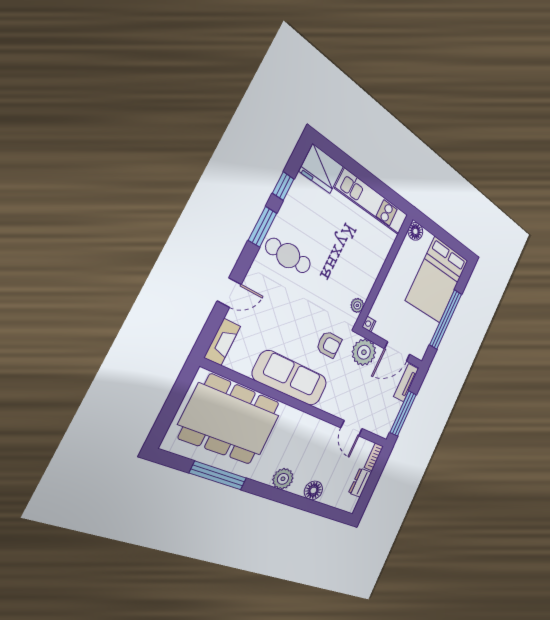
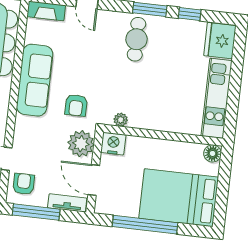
nightstand: (369, 324) -> (113, 144), width x1.89, depth x1.79
armchair: (378, 418) -> (24, 184), added

